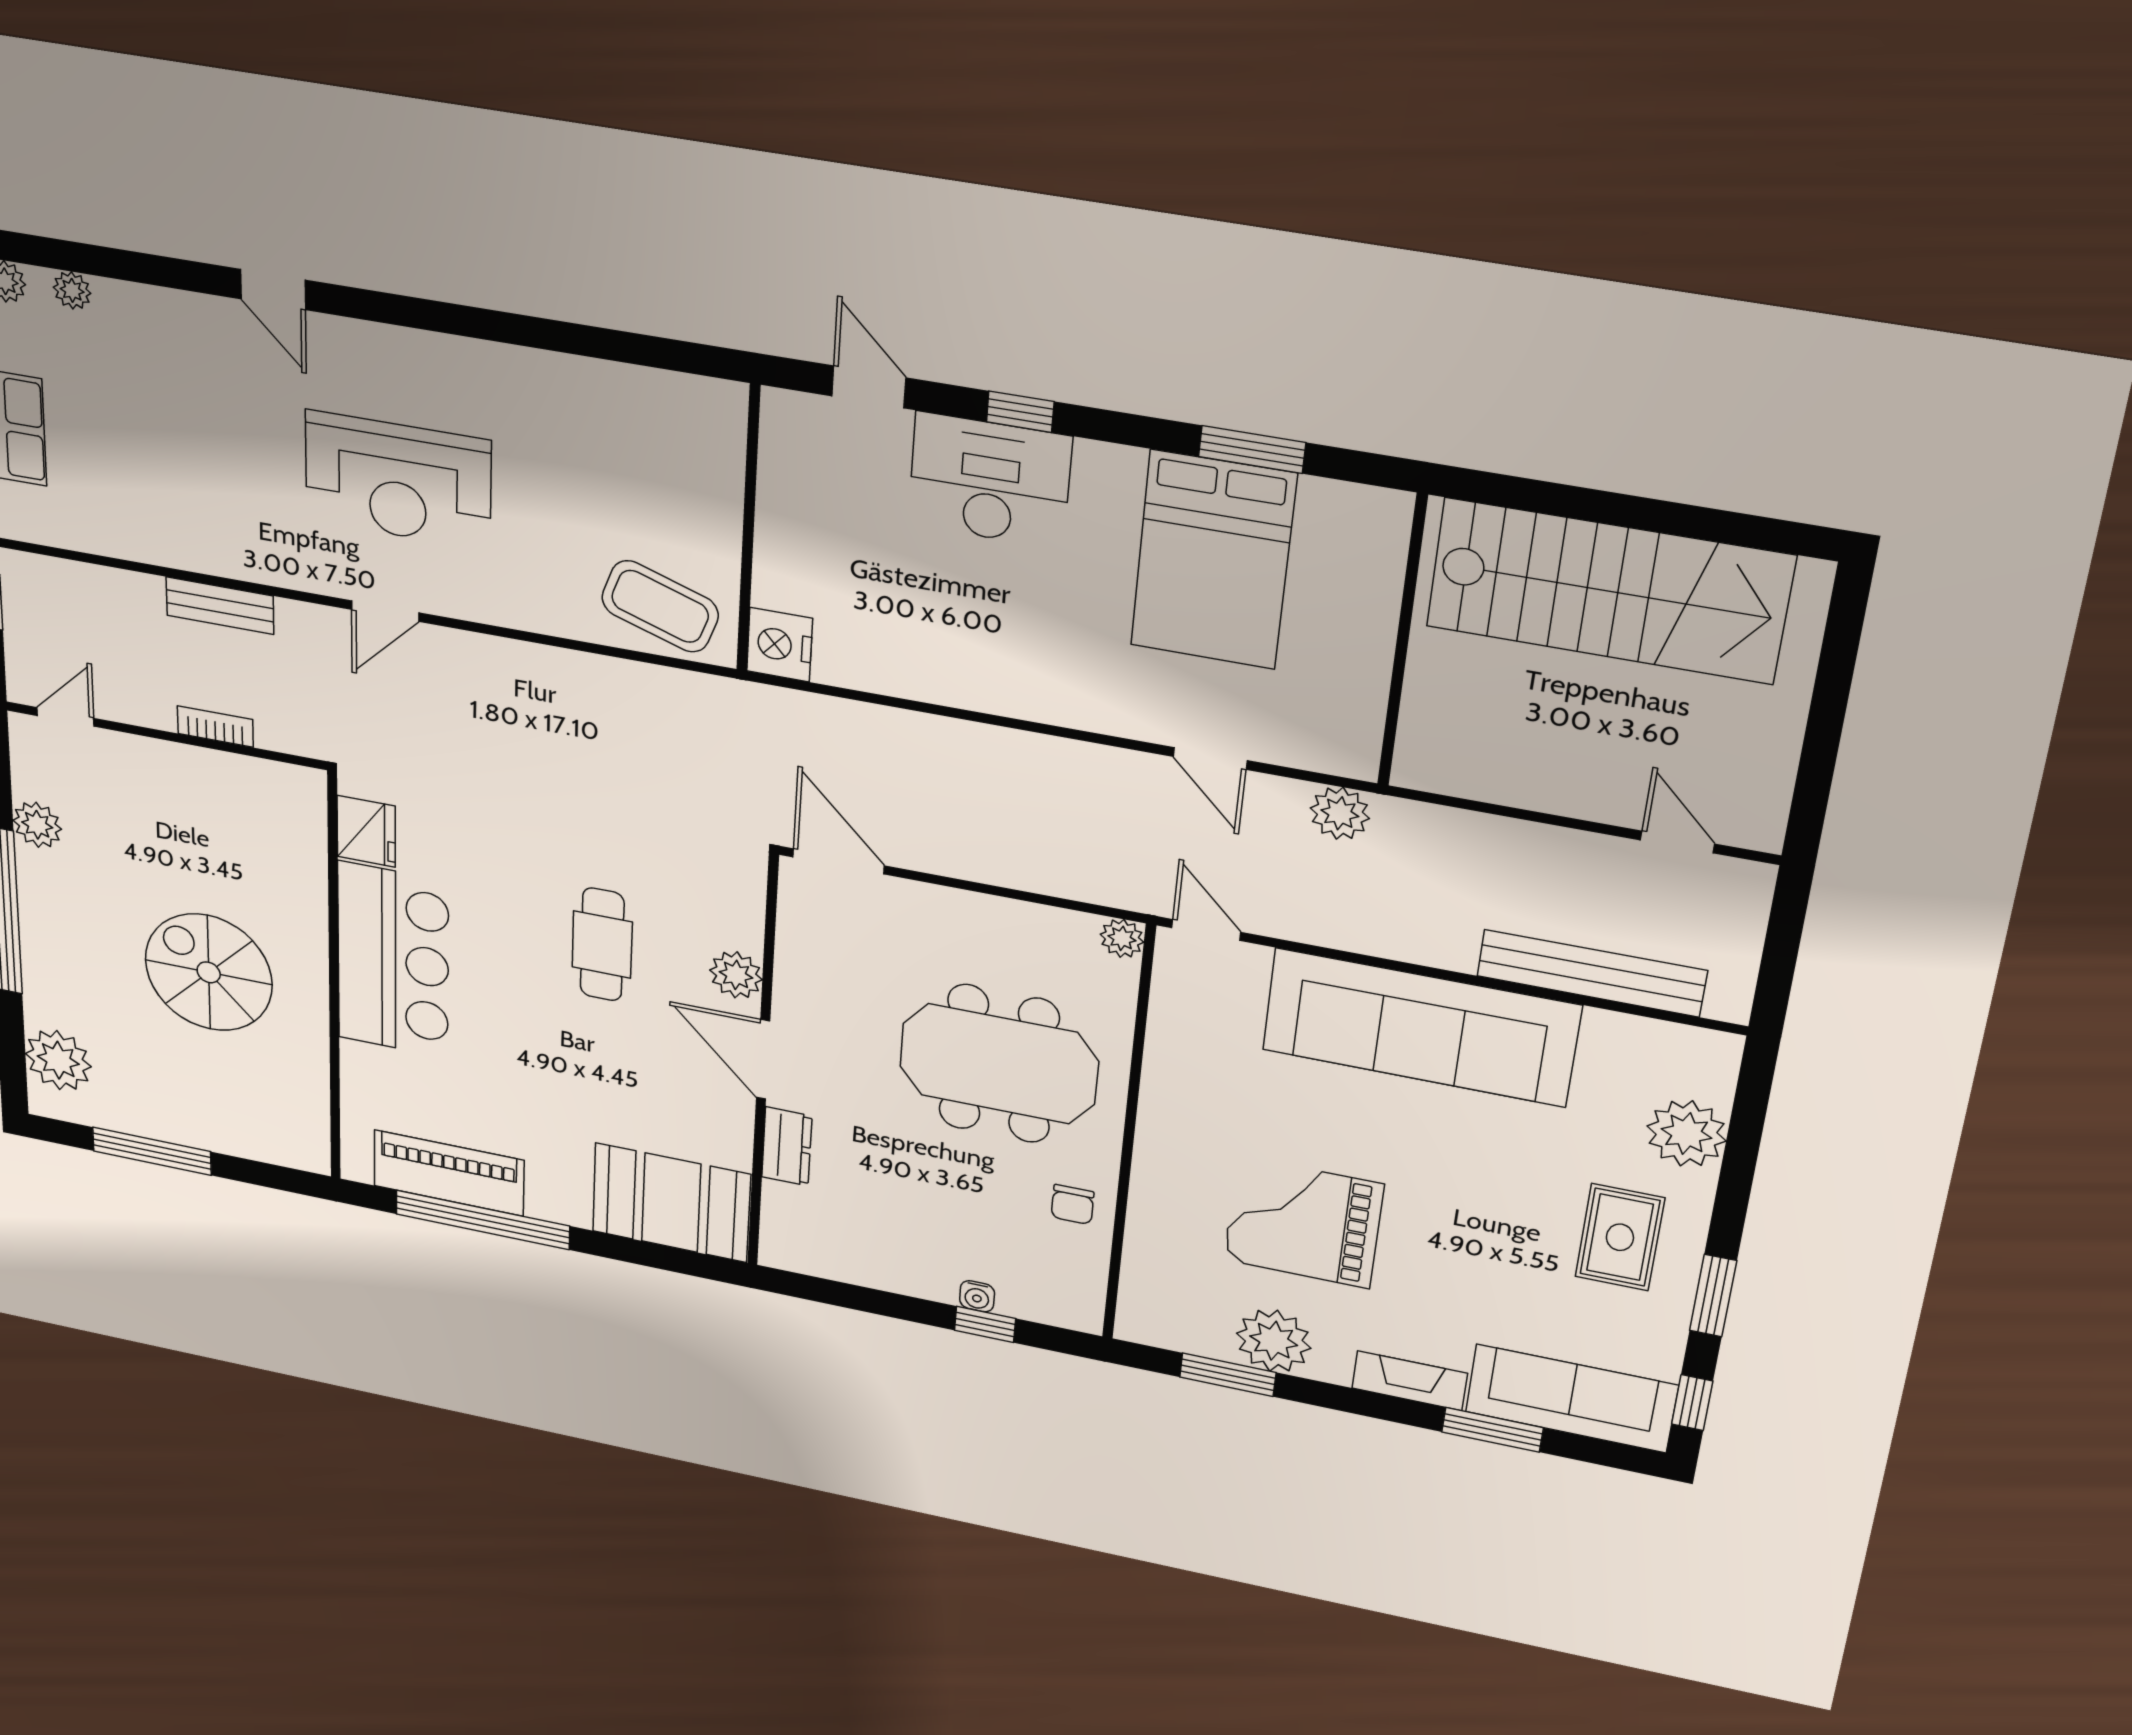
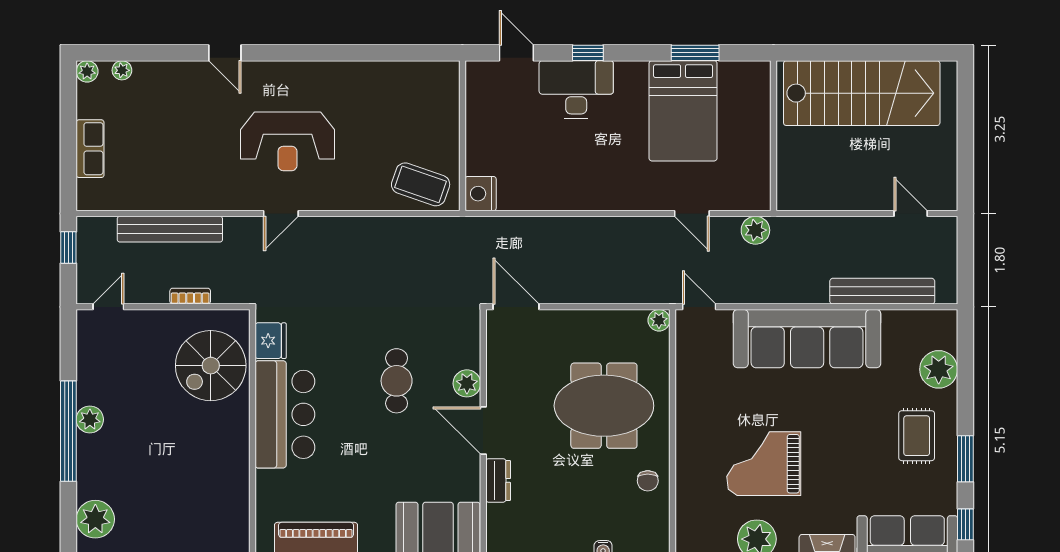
bench: (220, 606) -> (170, 229), width x1.86, depth x1.21
plant: (37, 825) -> (90, 419), moved
spiral stairs: (209, 972) -> (211, 366), moved, turned -90

